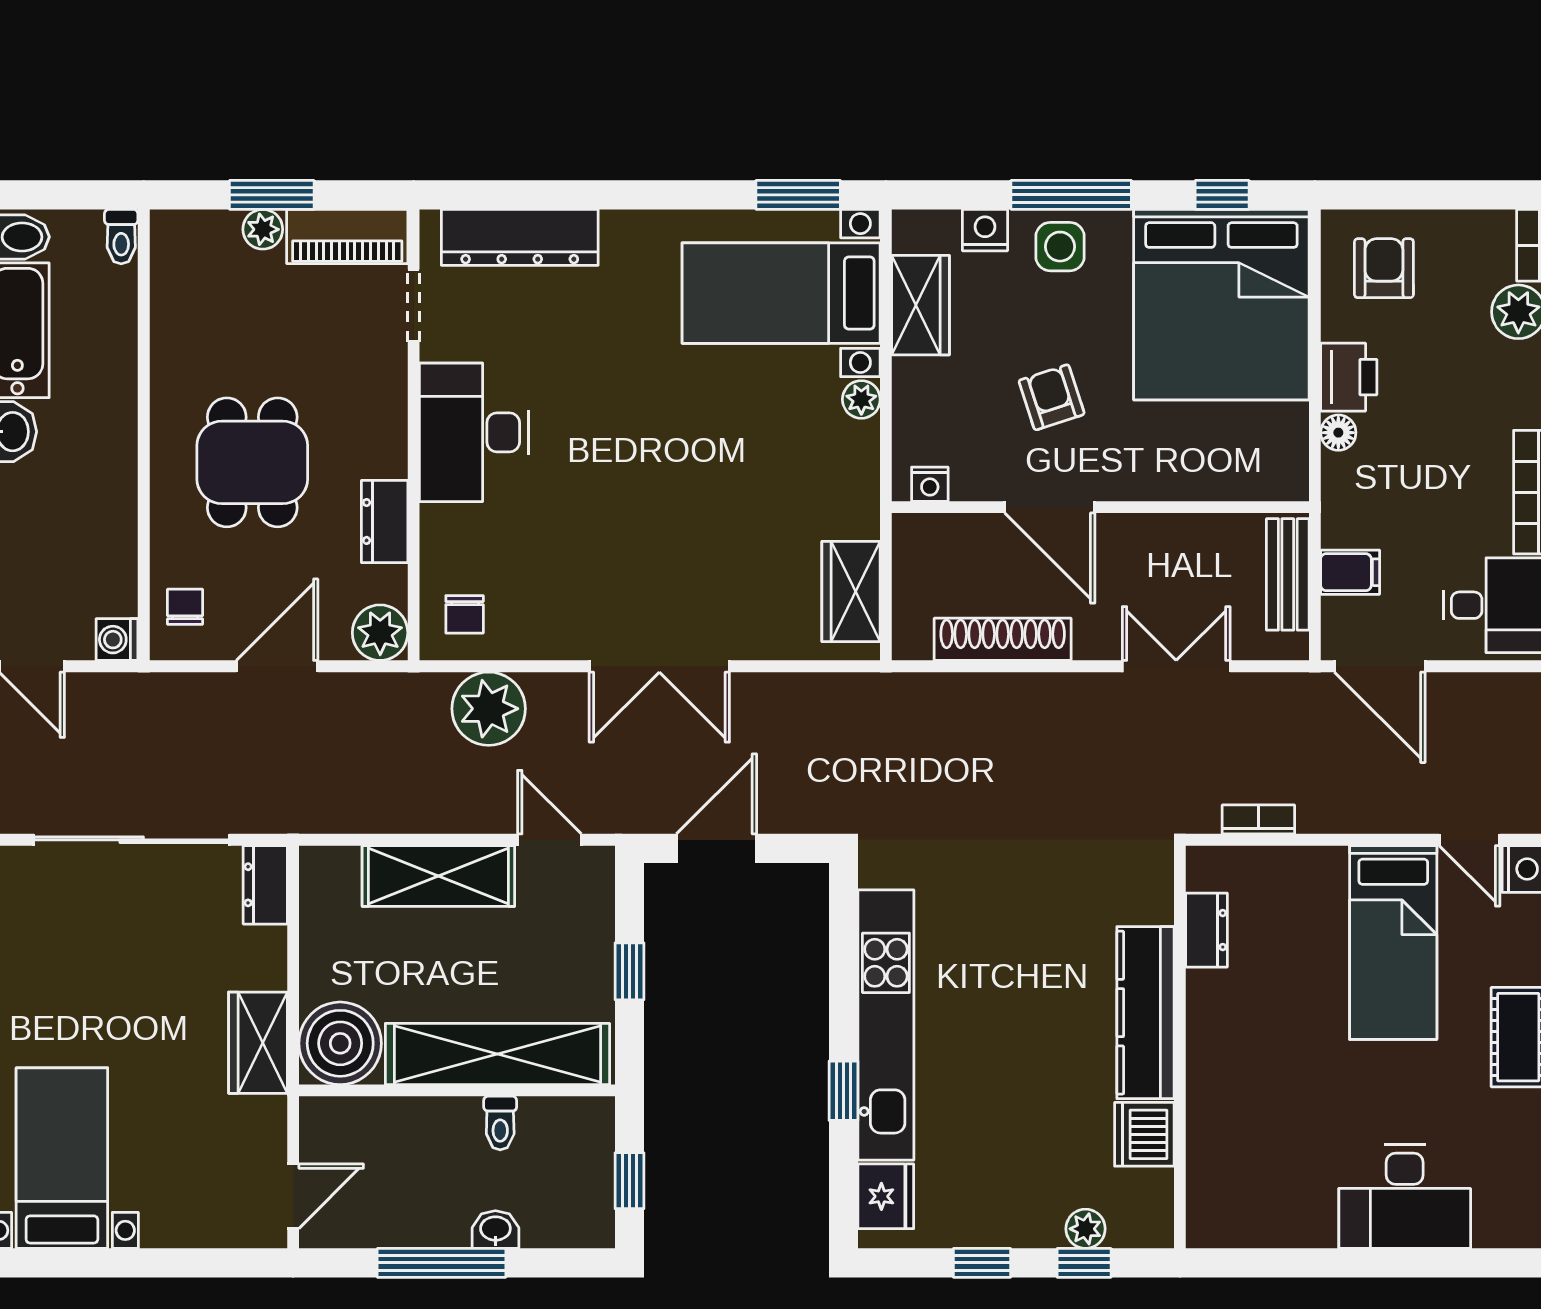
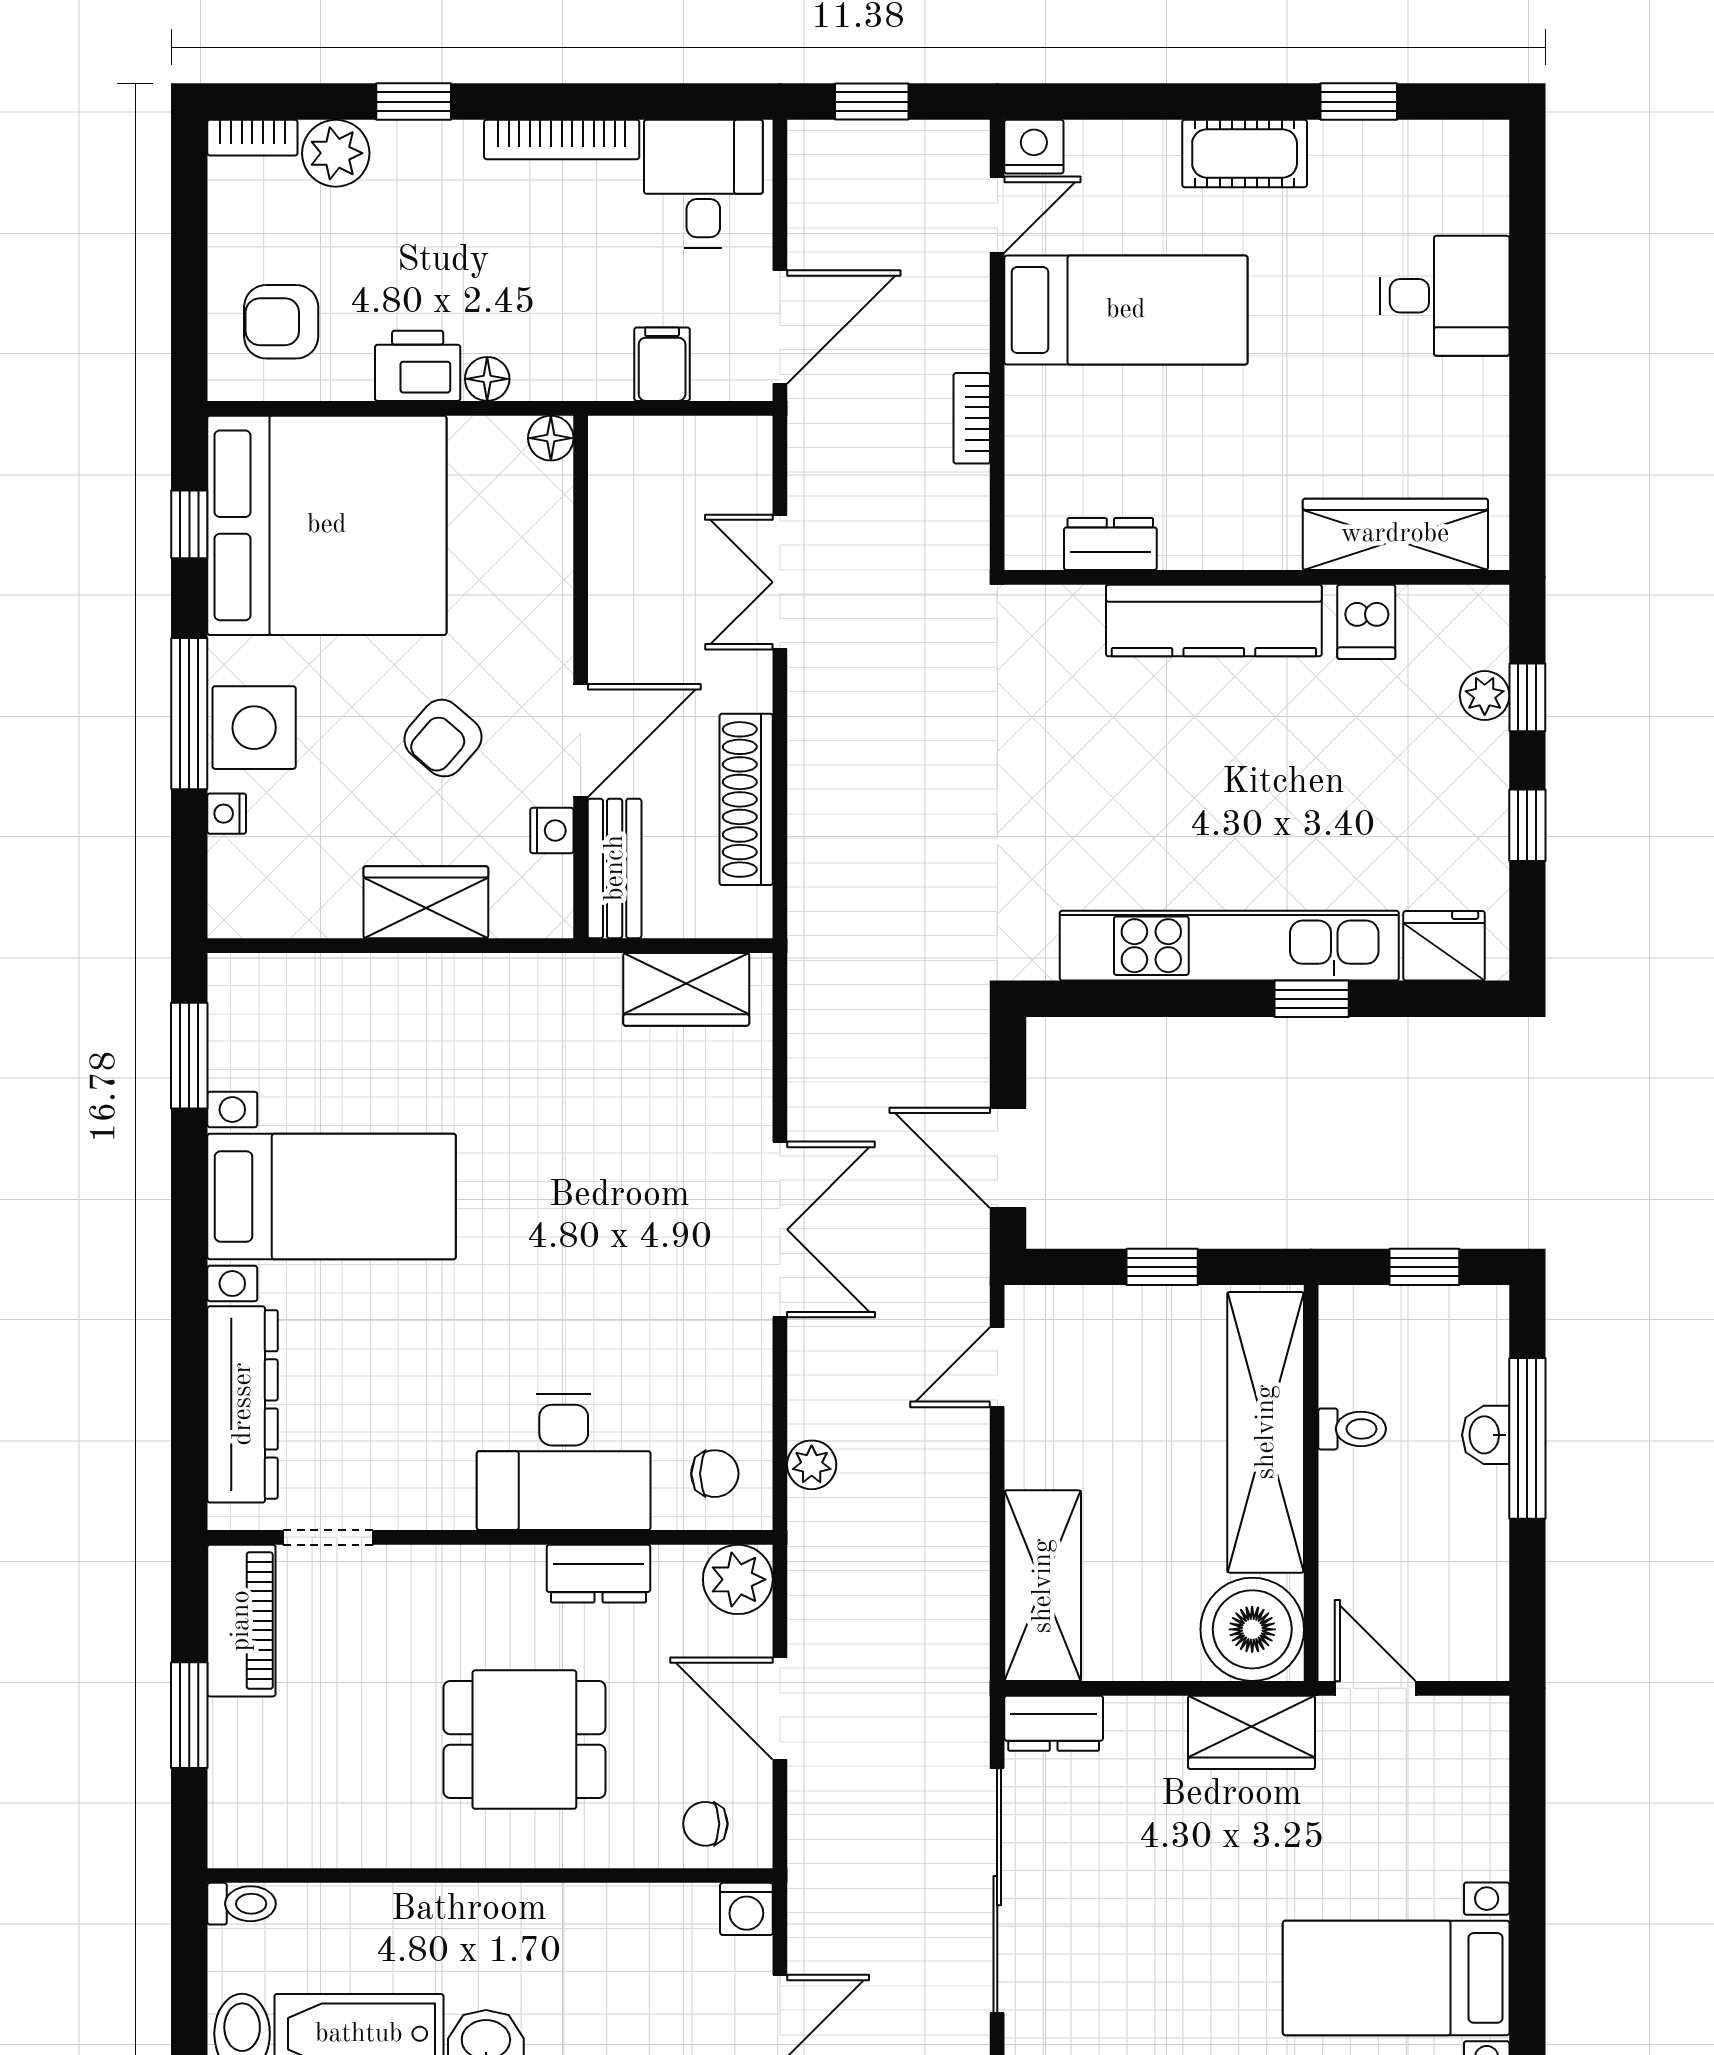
plant: (263, 229) -> (232, 1726), removed
nightstand: (985, 230) -> (227, 814), width x0.72, depth x0.74
side table: (1060, 247) -> (254, 728), width x1.37, depth x1.37
bed with nightstands: (781, 293) -> (332, 1197), moved, turned -90
wardrobe: (921, 305) -> (426, 902), moved
armchair: (1052, 397) -> (443, 738), turned -31
plant: (861, 399) -> (446, 976), removed
desk: (474, 432) -> (564, 1462), moved
floor lamp: (1291, 483) -> (551, 438), added
nightstand: (930, 484) -> (552, 831), moved
bench: (1288, 574) -> (615, 868), moved, turned 90
plant: (489, 709) -> (812, 1465), width x0.53, depth x0.53
bookcase: (1258, 819) -> (972, 418), moved
shelving: (438, 876) -> (1043, 1586), moved
dishwasher: (1144, 1134) -> (1366, 622), width x0.73
wardrobe: (1214, 1157) -> (1395, 534), added
door: (293, 1196) -> (1375, 1688), moved
desk: (1405, 1197) -> (1444, 296), width x0.73
window: (442, 1263) -> (1527, 1438), moved

